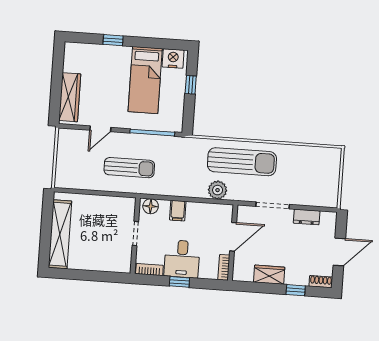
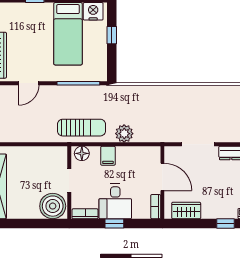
sun lounger: (242, 162) -> (166, 105), removed
sun lounger: (129, 168) -> (81, 128), moved
plant: (218, 190) -> (124, 134), moved
door: (233, 237) -> (162, 177), hinge flipped
boiler: (116, 259) -> (53, 206), added
wardrobe: (269, 275) -> (186, 211), moved

